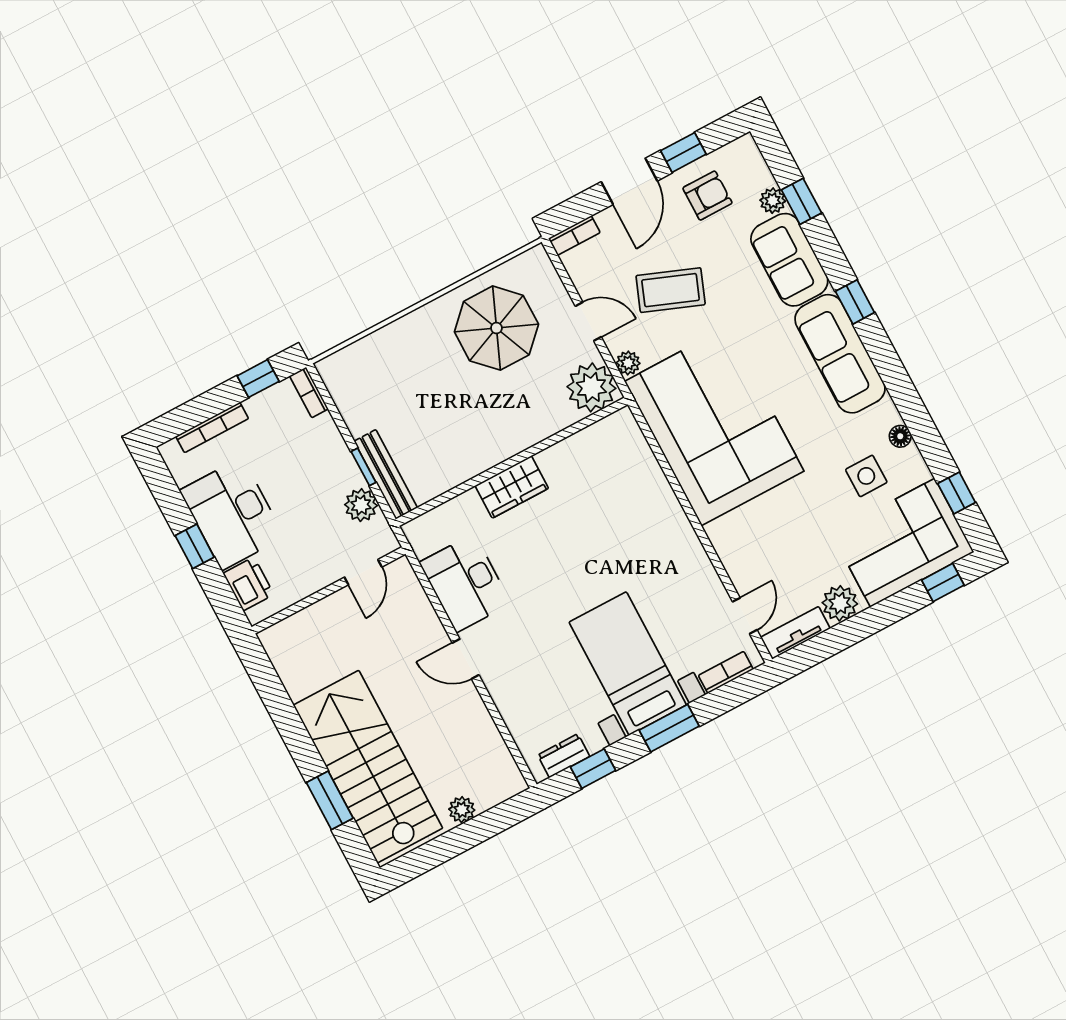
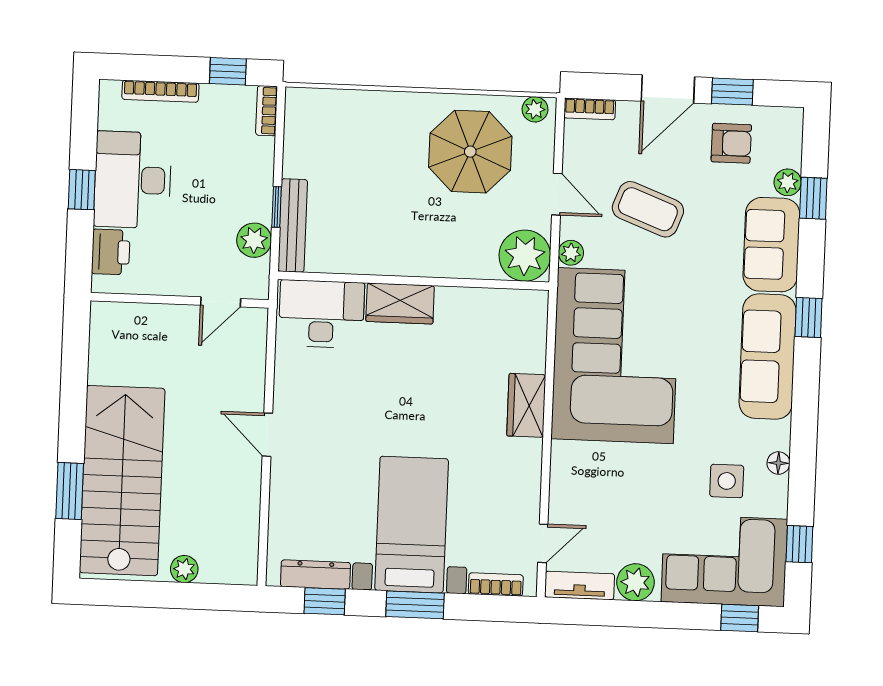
plant: (529, 262) -> (535, 109), added
wardrobe: (665, 510) -> (526, 405), added
desk: (465, 583) -> (322, 314), moved, turned 90
dresser: (564, 756) -> (315, 575), width x1.44

